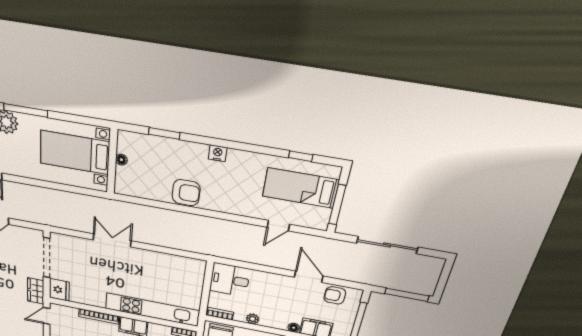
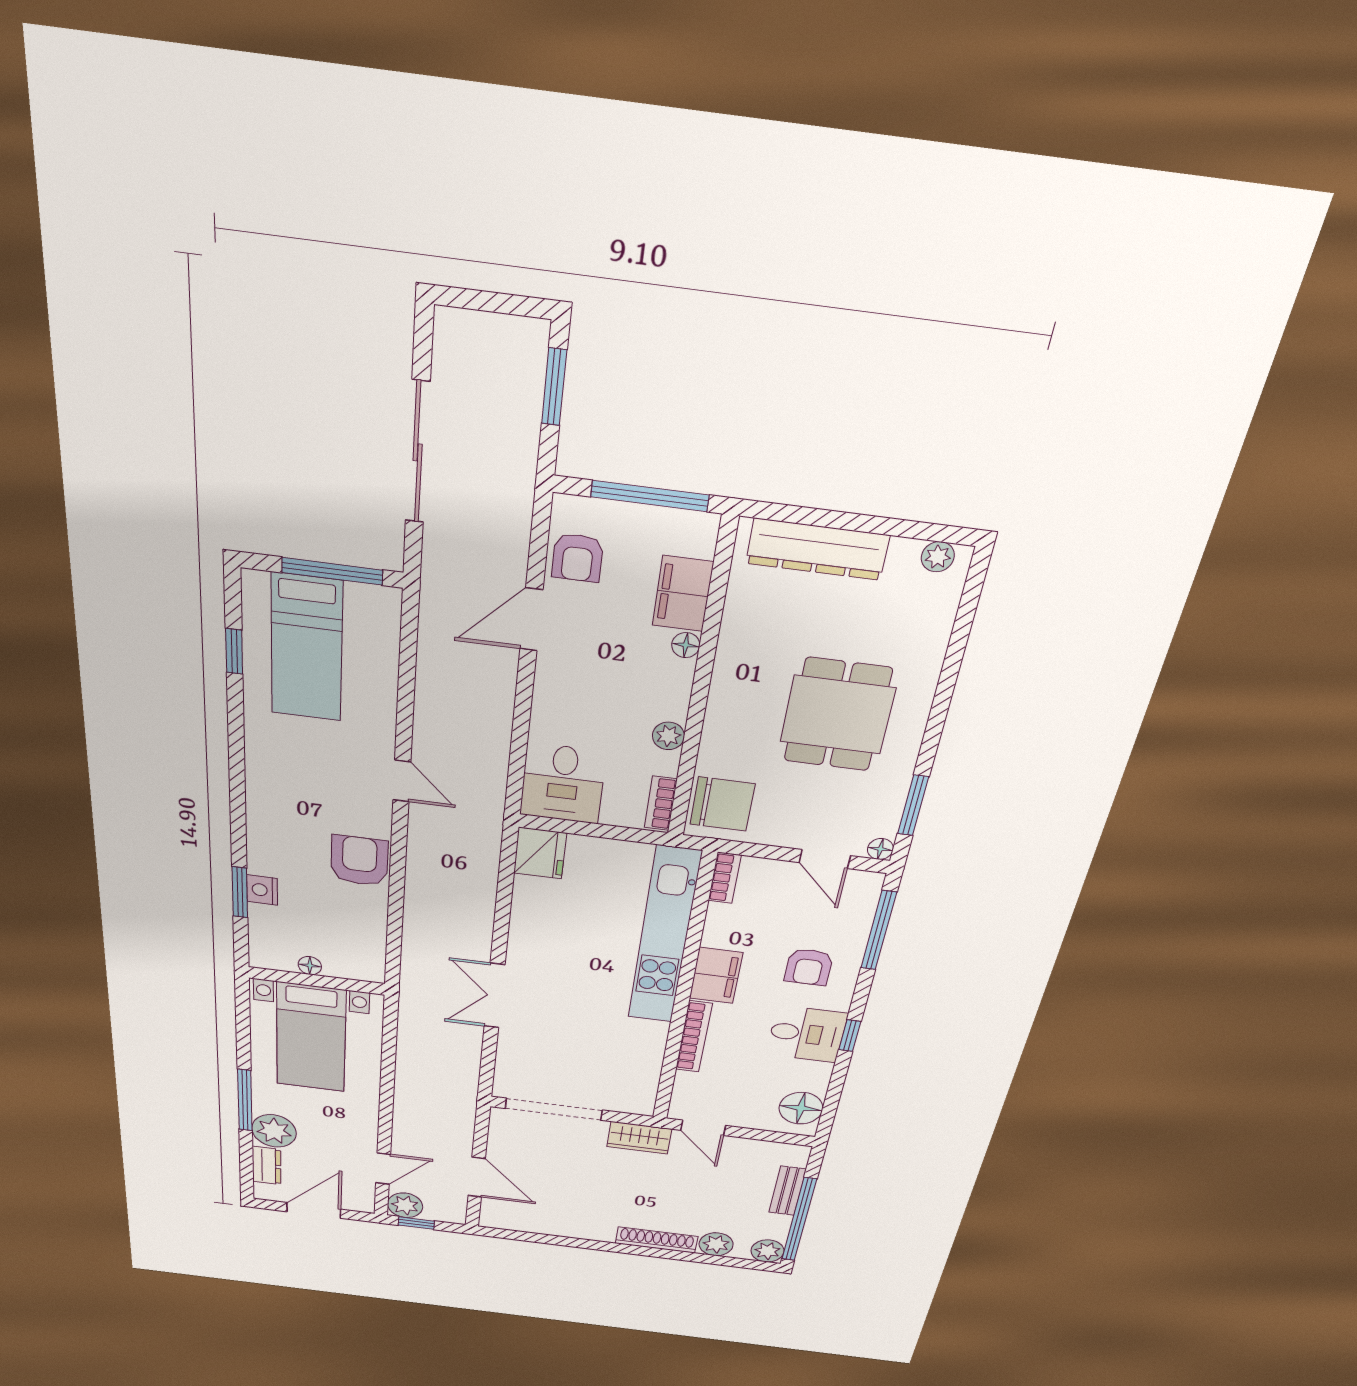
nightstand: (218, 153) -> (262, 890), moved
door: (278, 226) -> (402, 781), moved
fridge: (59, 290) -> (540, 853), moved, turned 90
window: (407, 295) -> (554, 387), width x0.69

